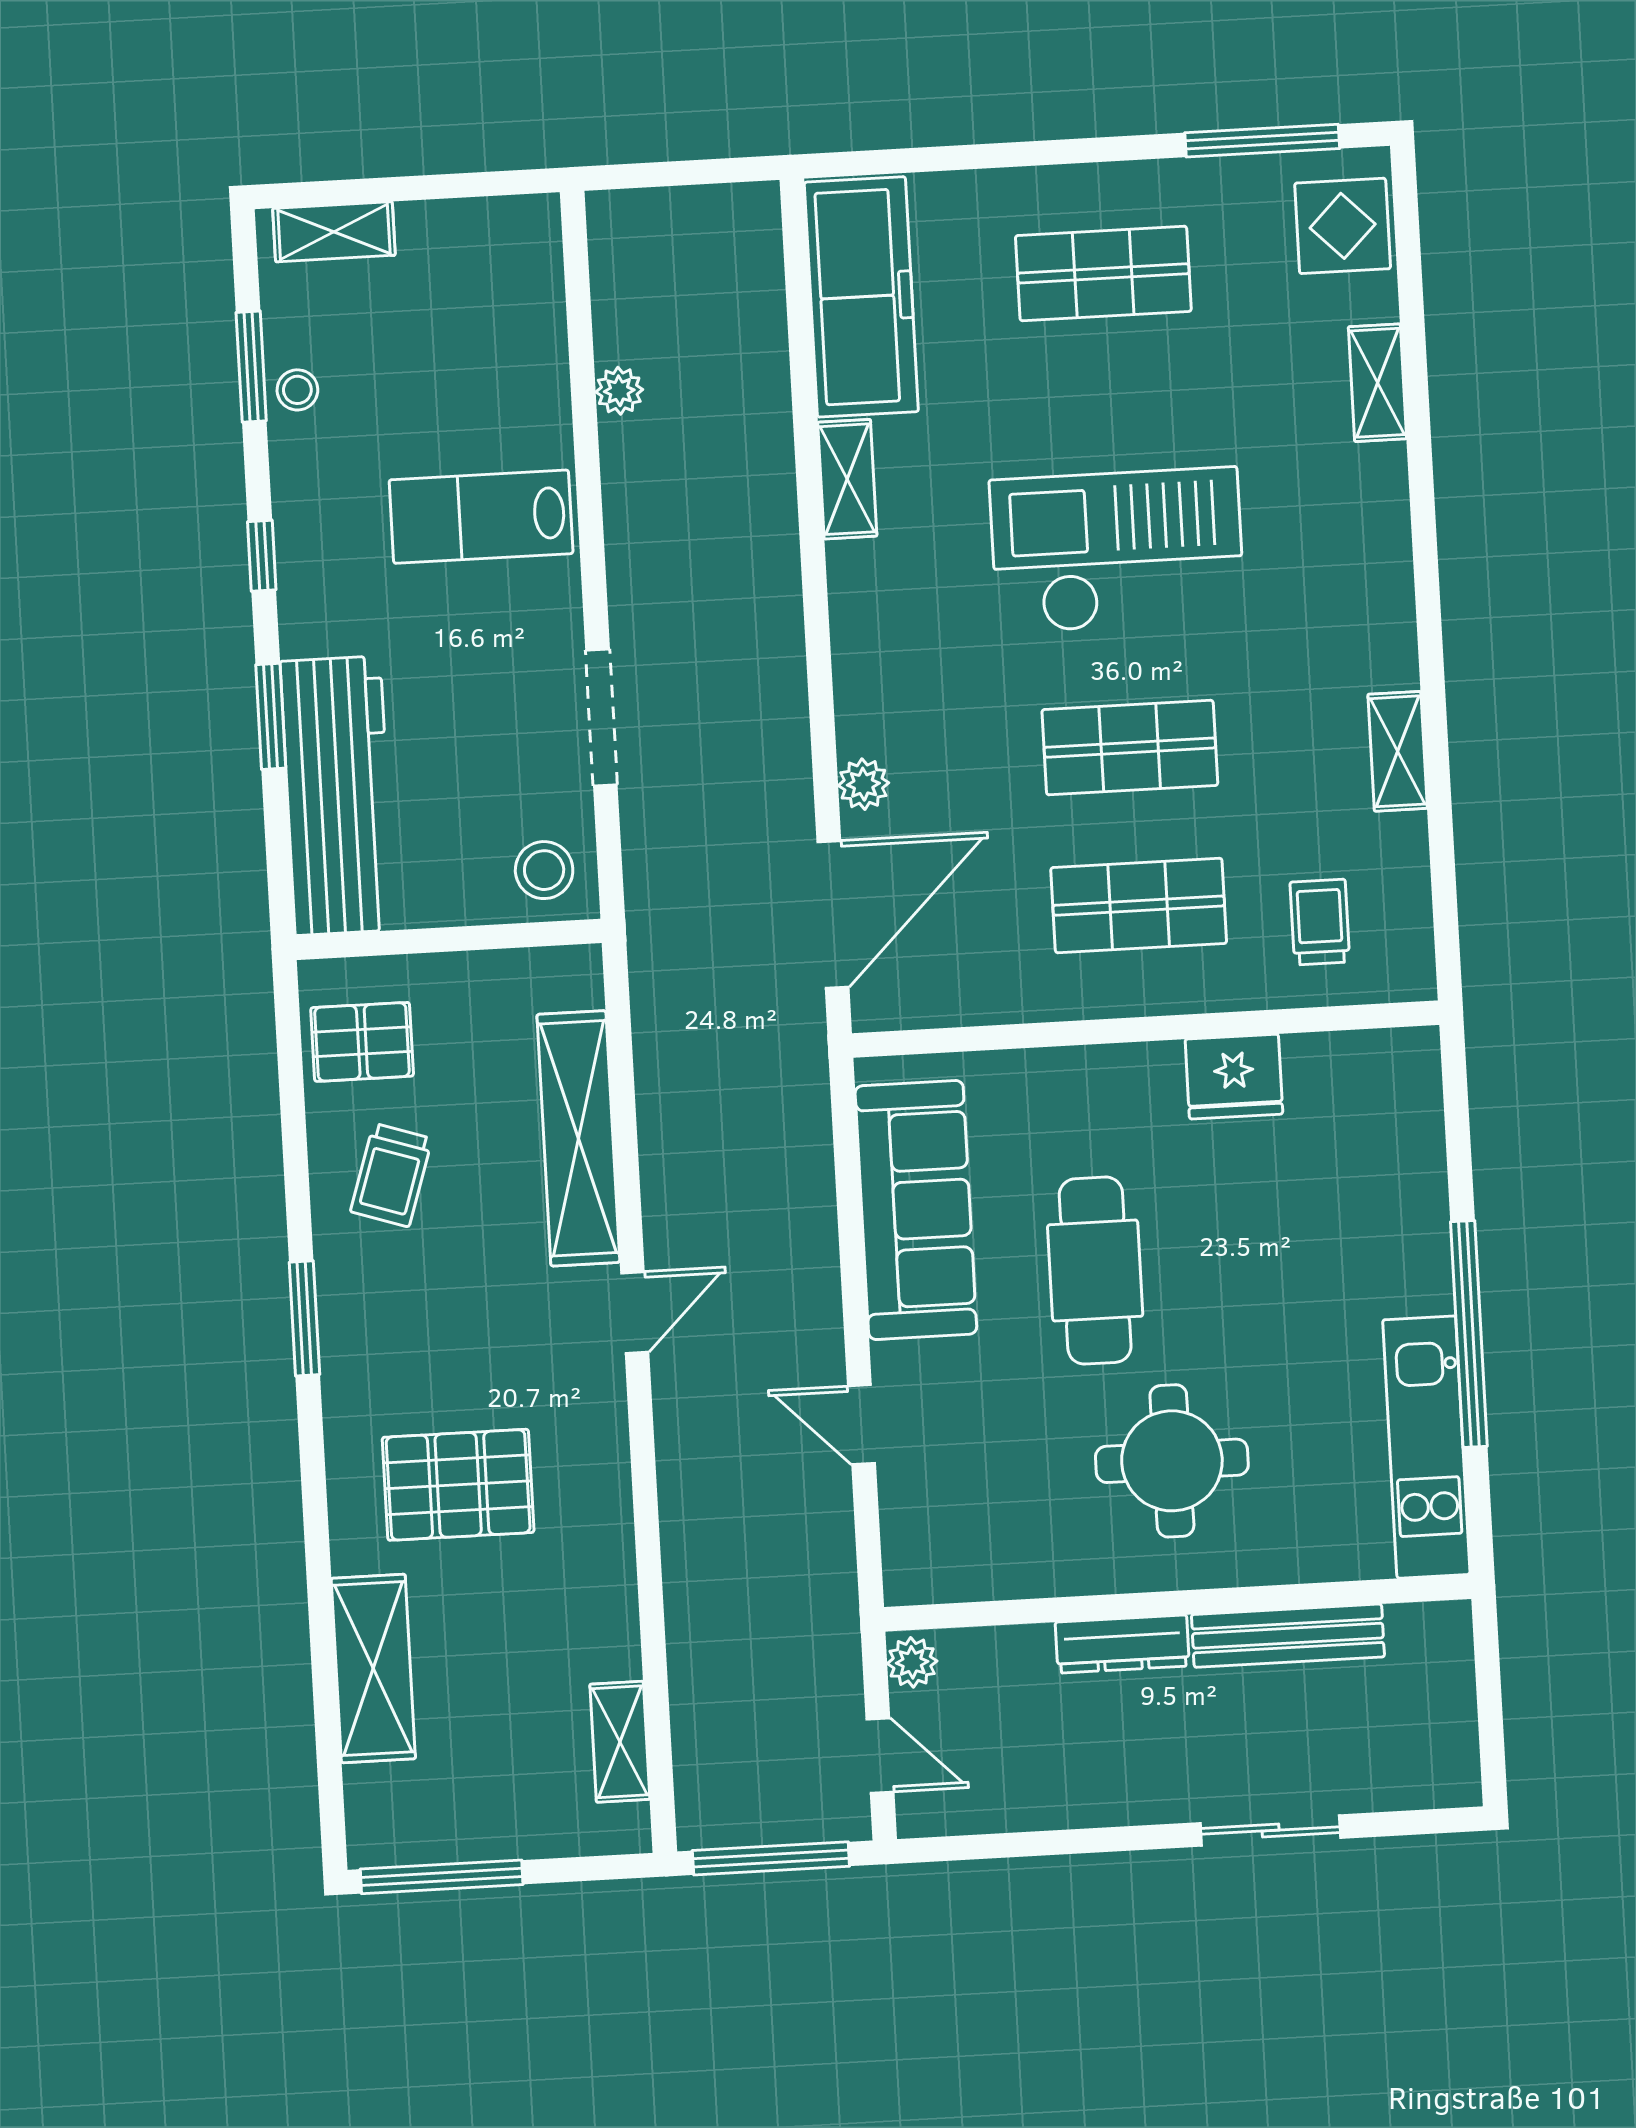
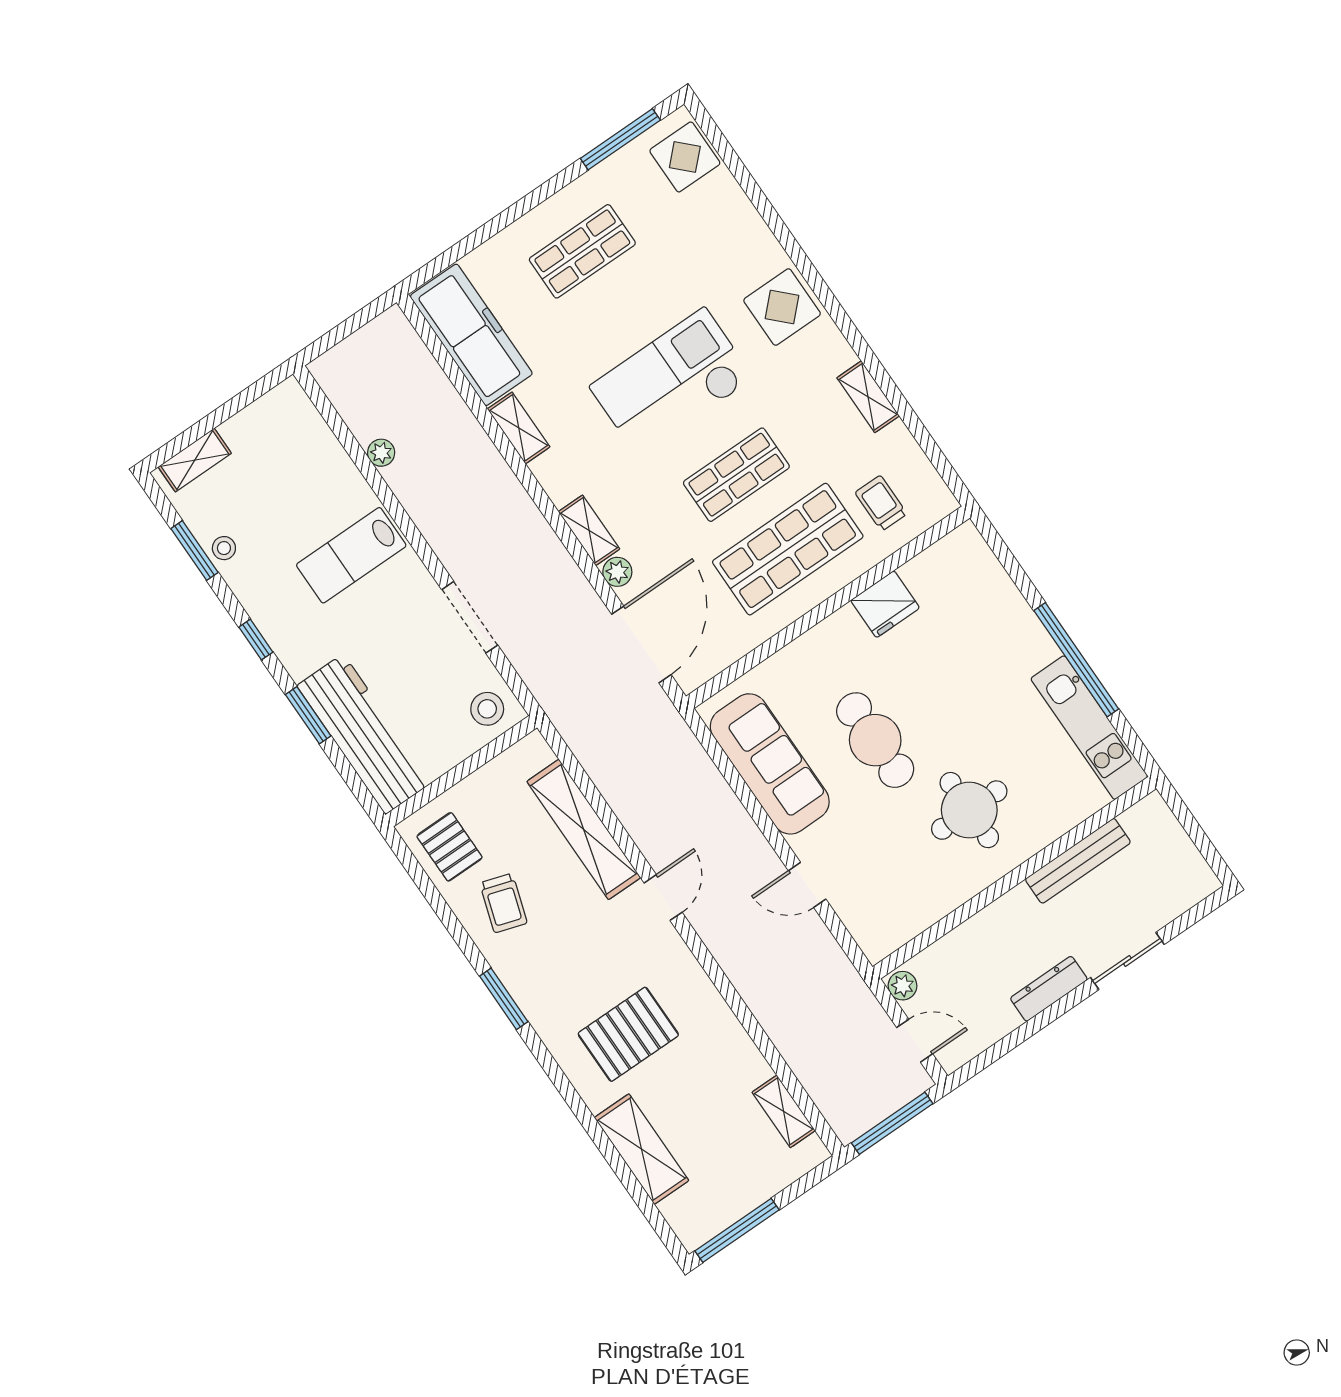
shelving: (1377, 383) -> (589, 530), moved
display table: (1351, 539) -> (782, 307), added
shop shelf: (1139, 906) -> (788, 549), width x1.43, depth x1.36
pallet: (362, 1042) -> (450, 847), turned 90
dresser: (1122, 1644) -> (1049, 989), moved, turned 180

